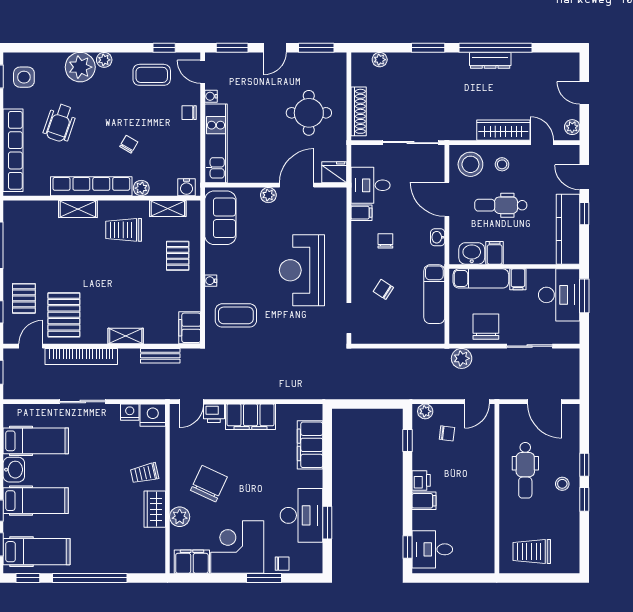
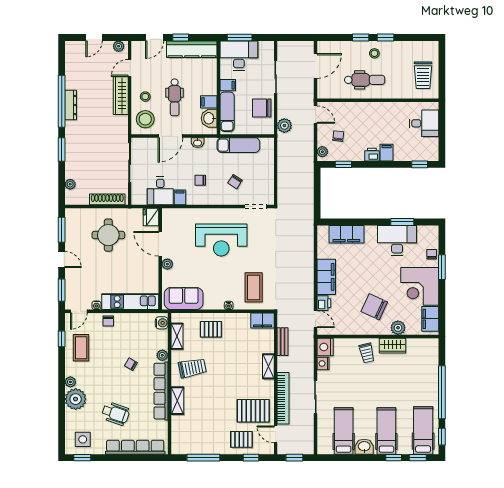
trolley: (124, 230) -> (192, 368), turned -101
desk: (432, 549) -> (424, 123), moved, turned -90

